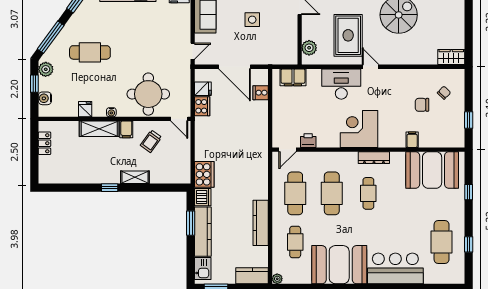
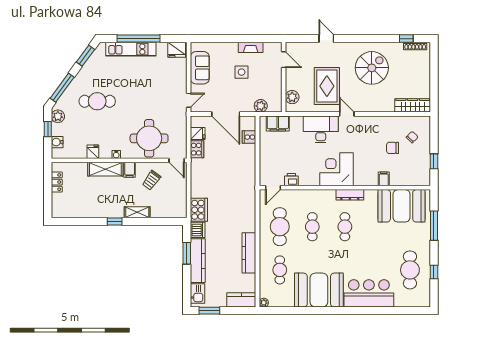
wardrobe: (451, 57) -> (413, 105), width x1.50
plant: (274, 58) -> (261, 106), added
window: (469, 192) -> (434, 226), width x2.17
cafe table: (332, 193) -> (312, 227), width x0.73, depth x0.74

